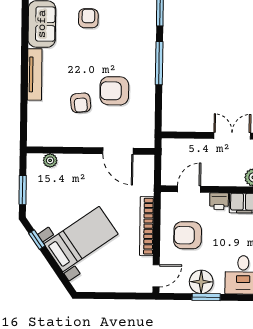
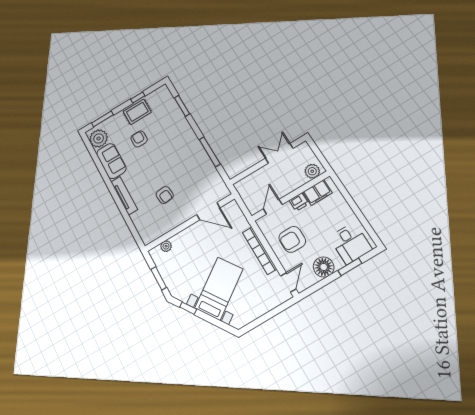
window: (159, 63) -> (210, 152), moved
armchair: (114, 91) -> (182, 173), removed
window: (206, 297) -> (350, 267), moved

